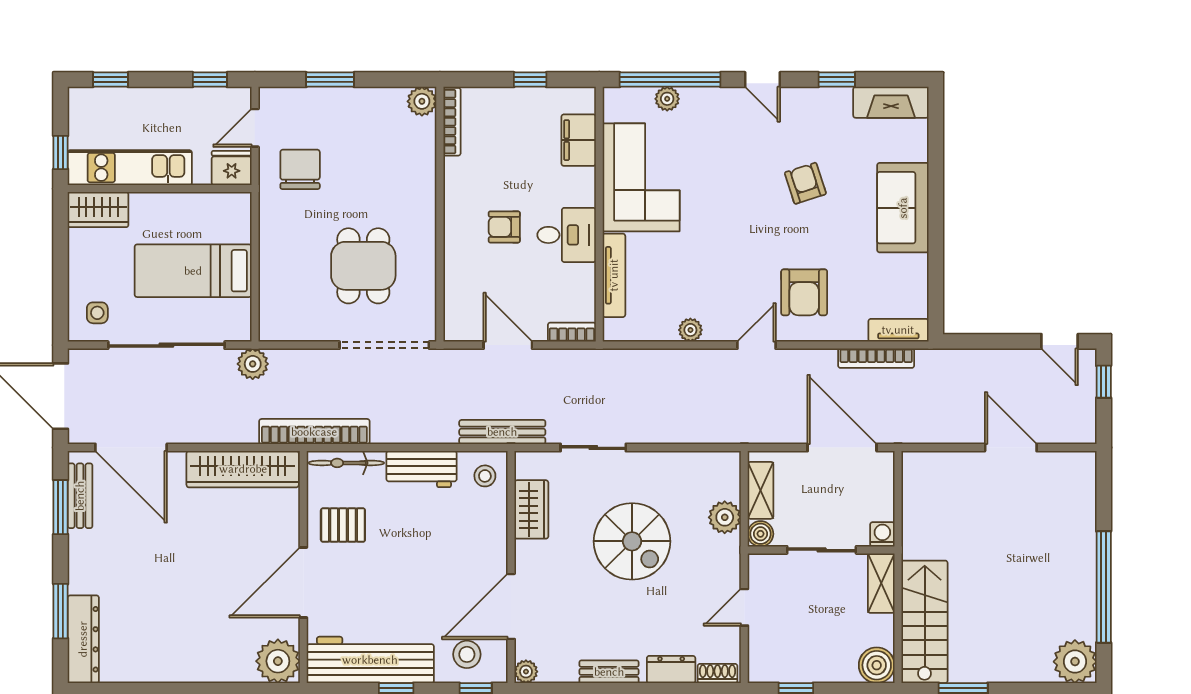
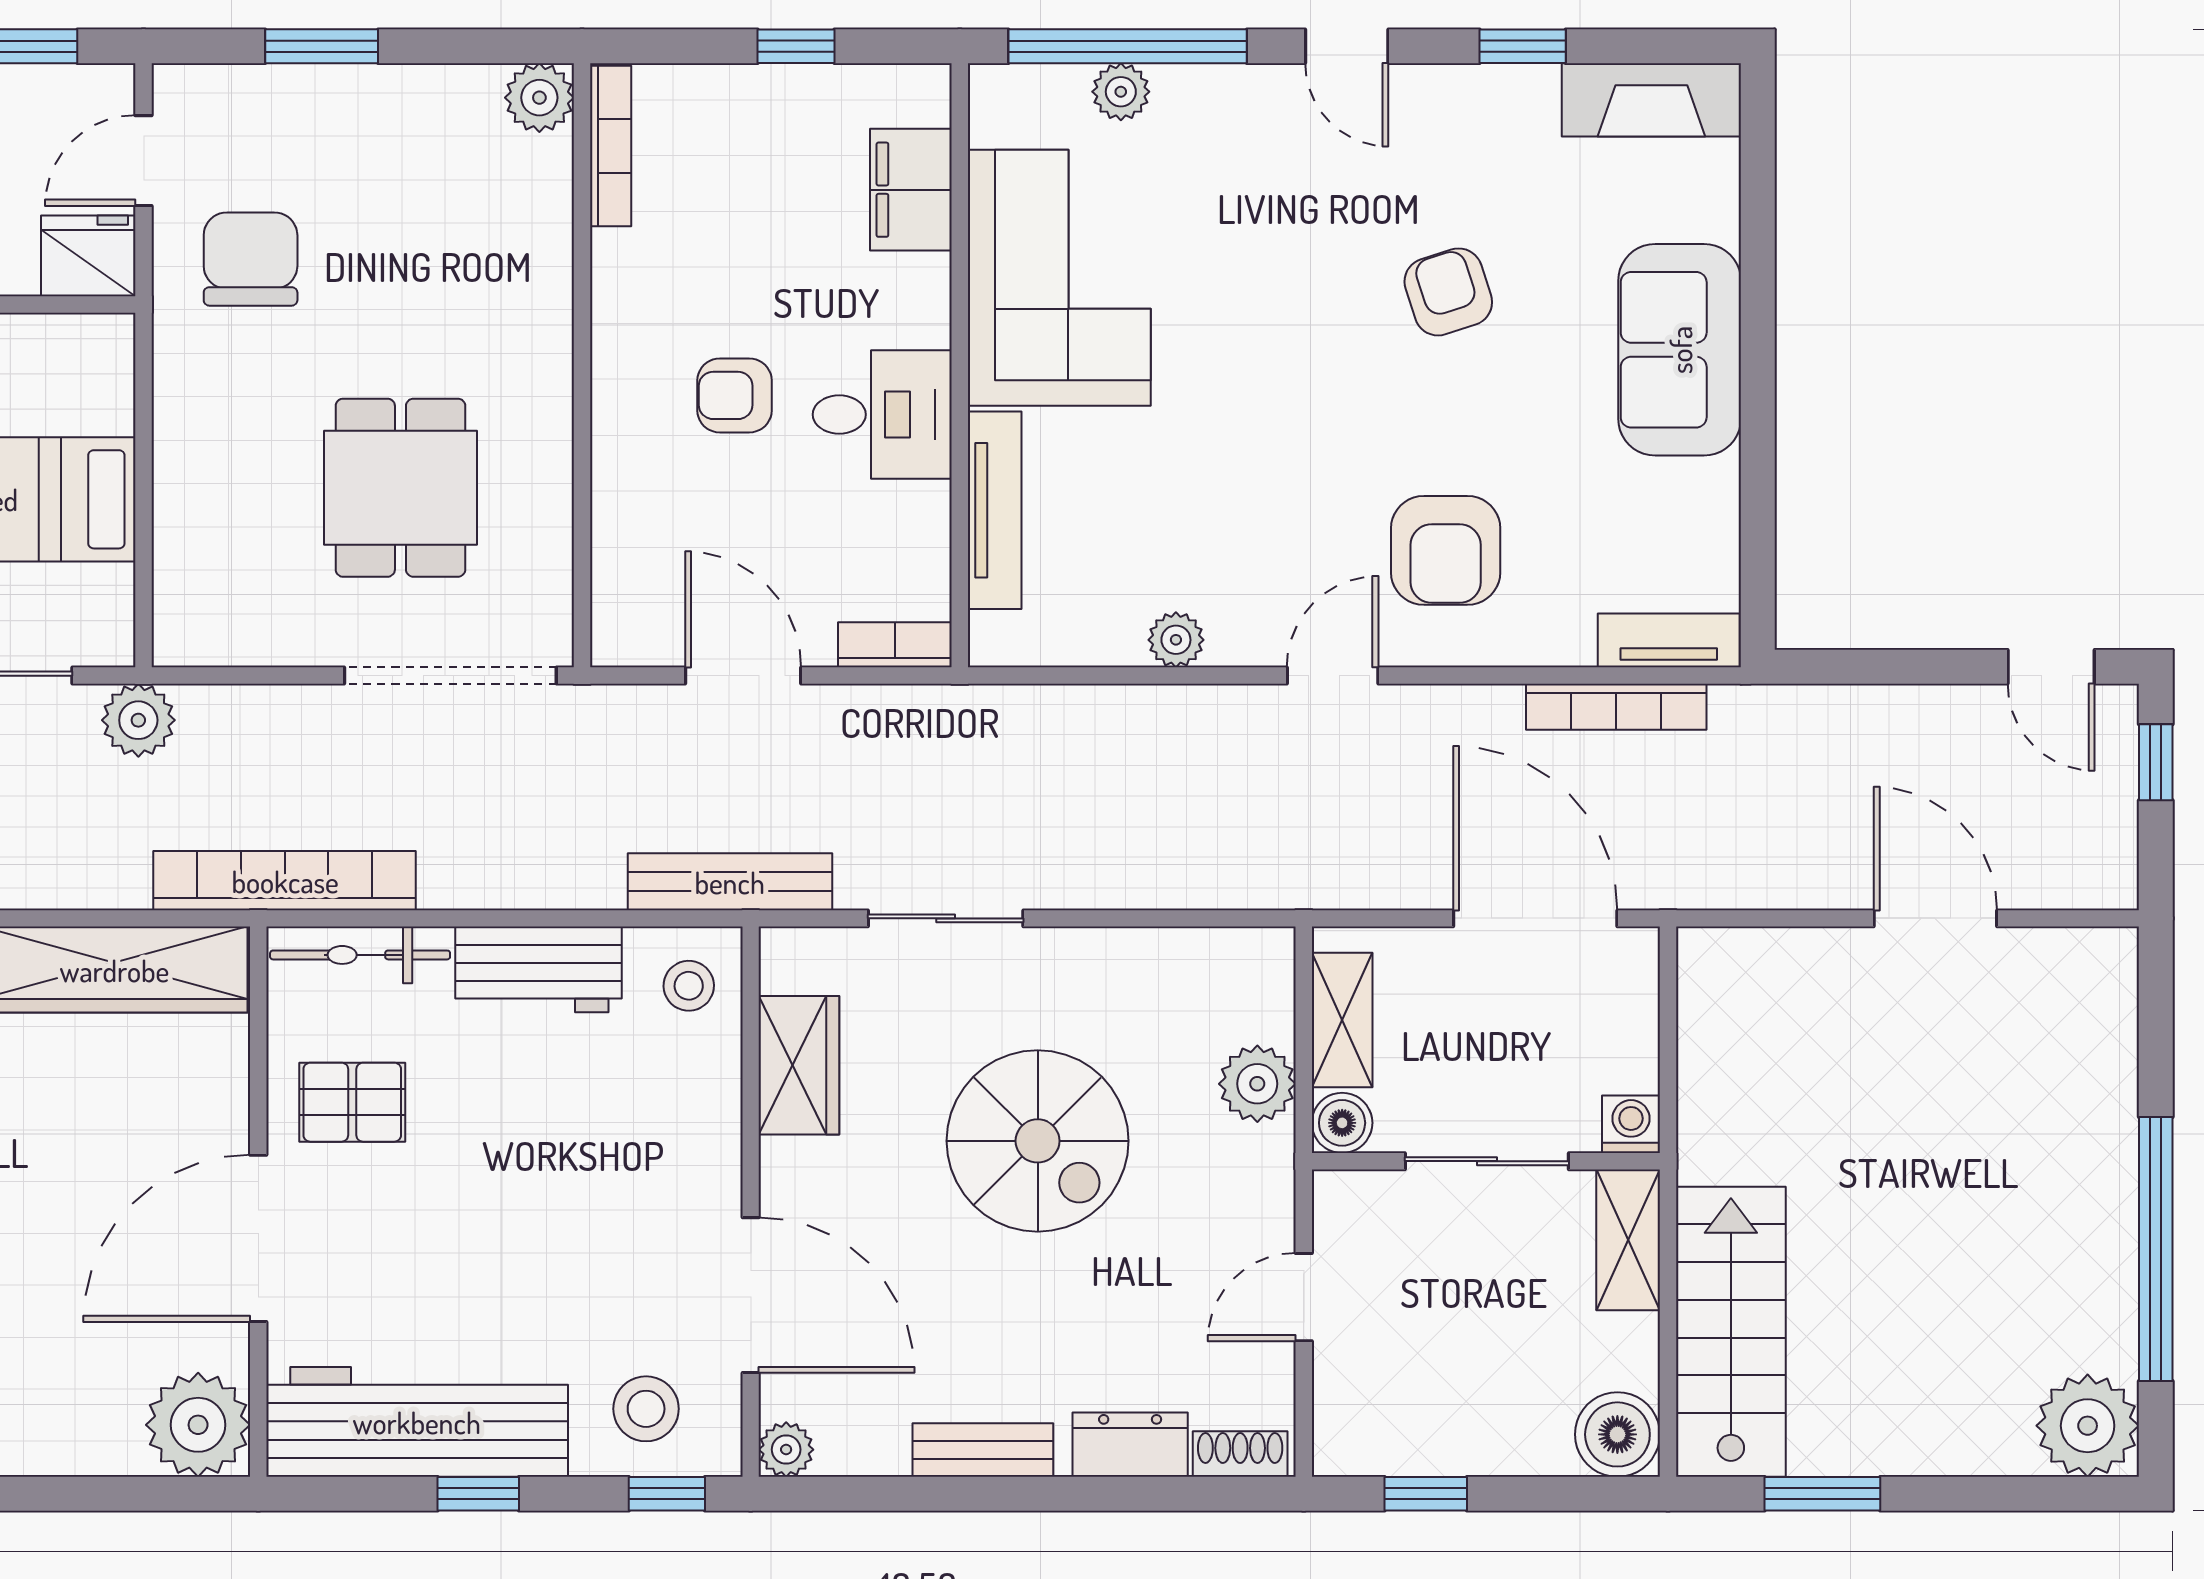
door: (511, 606) -> (751, 1295), swing flipped

